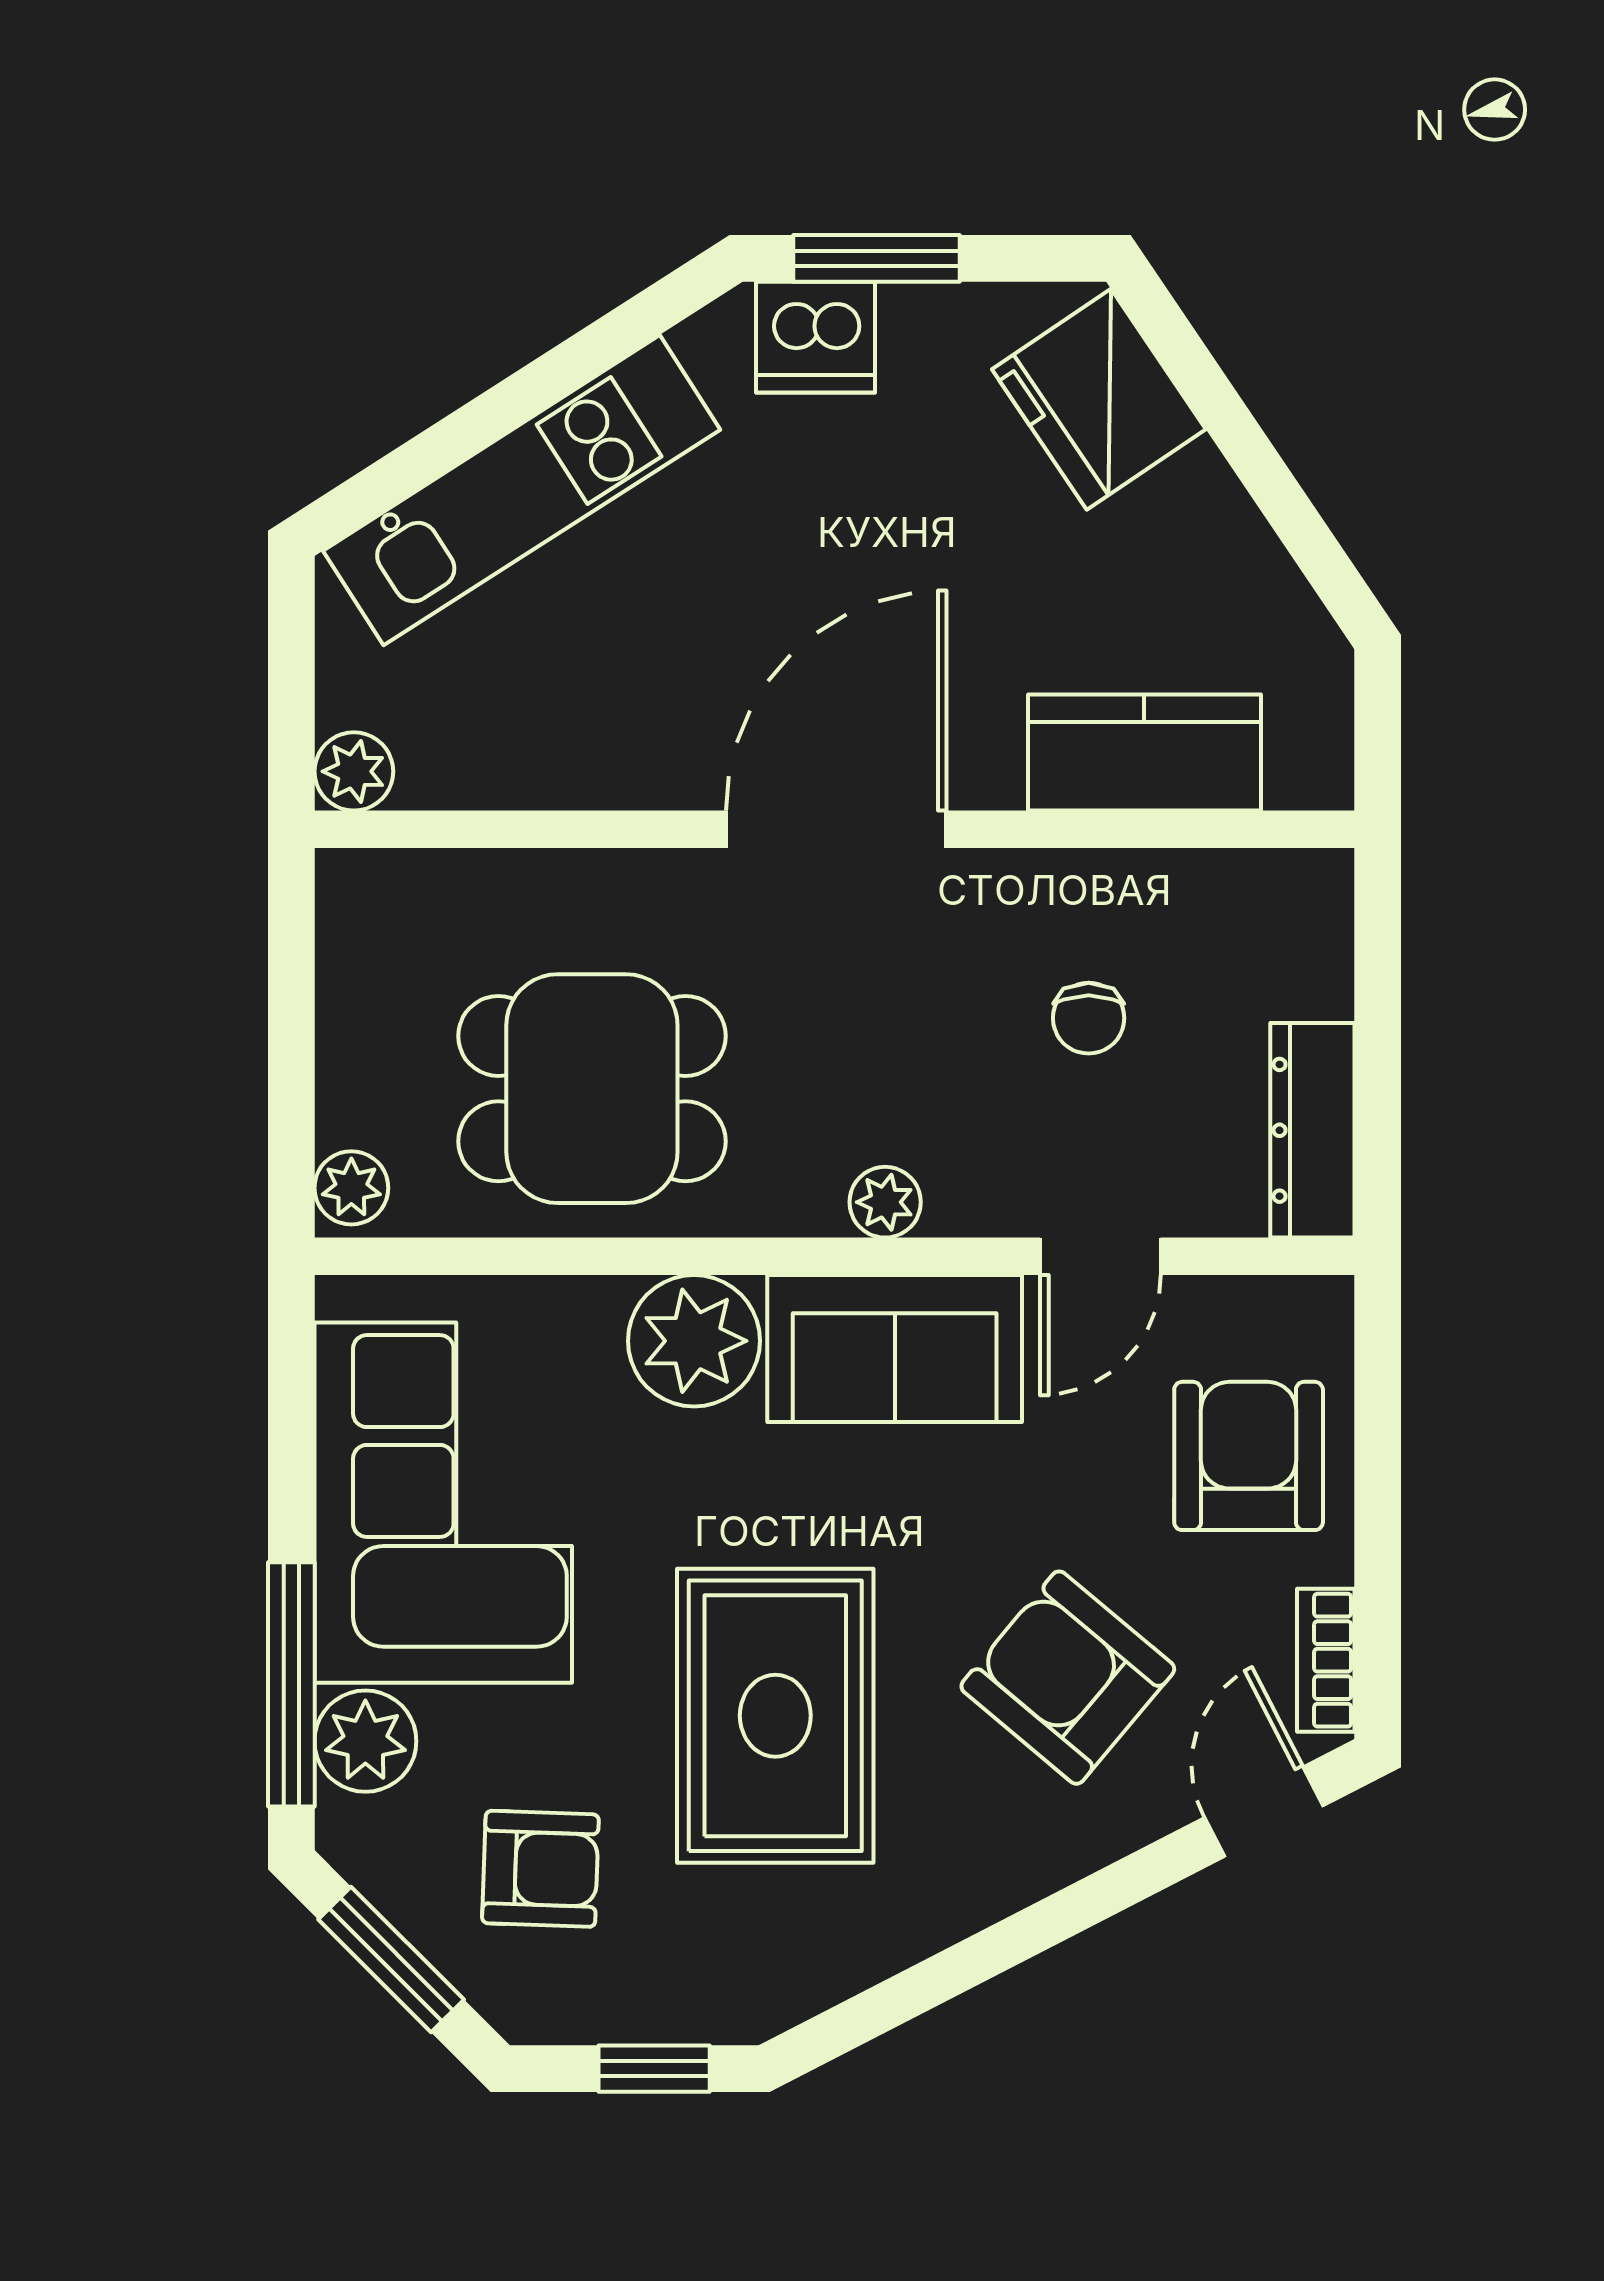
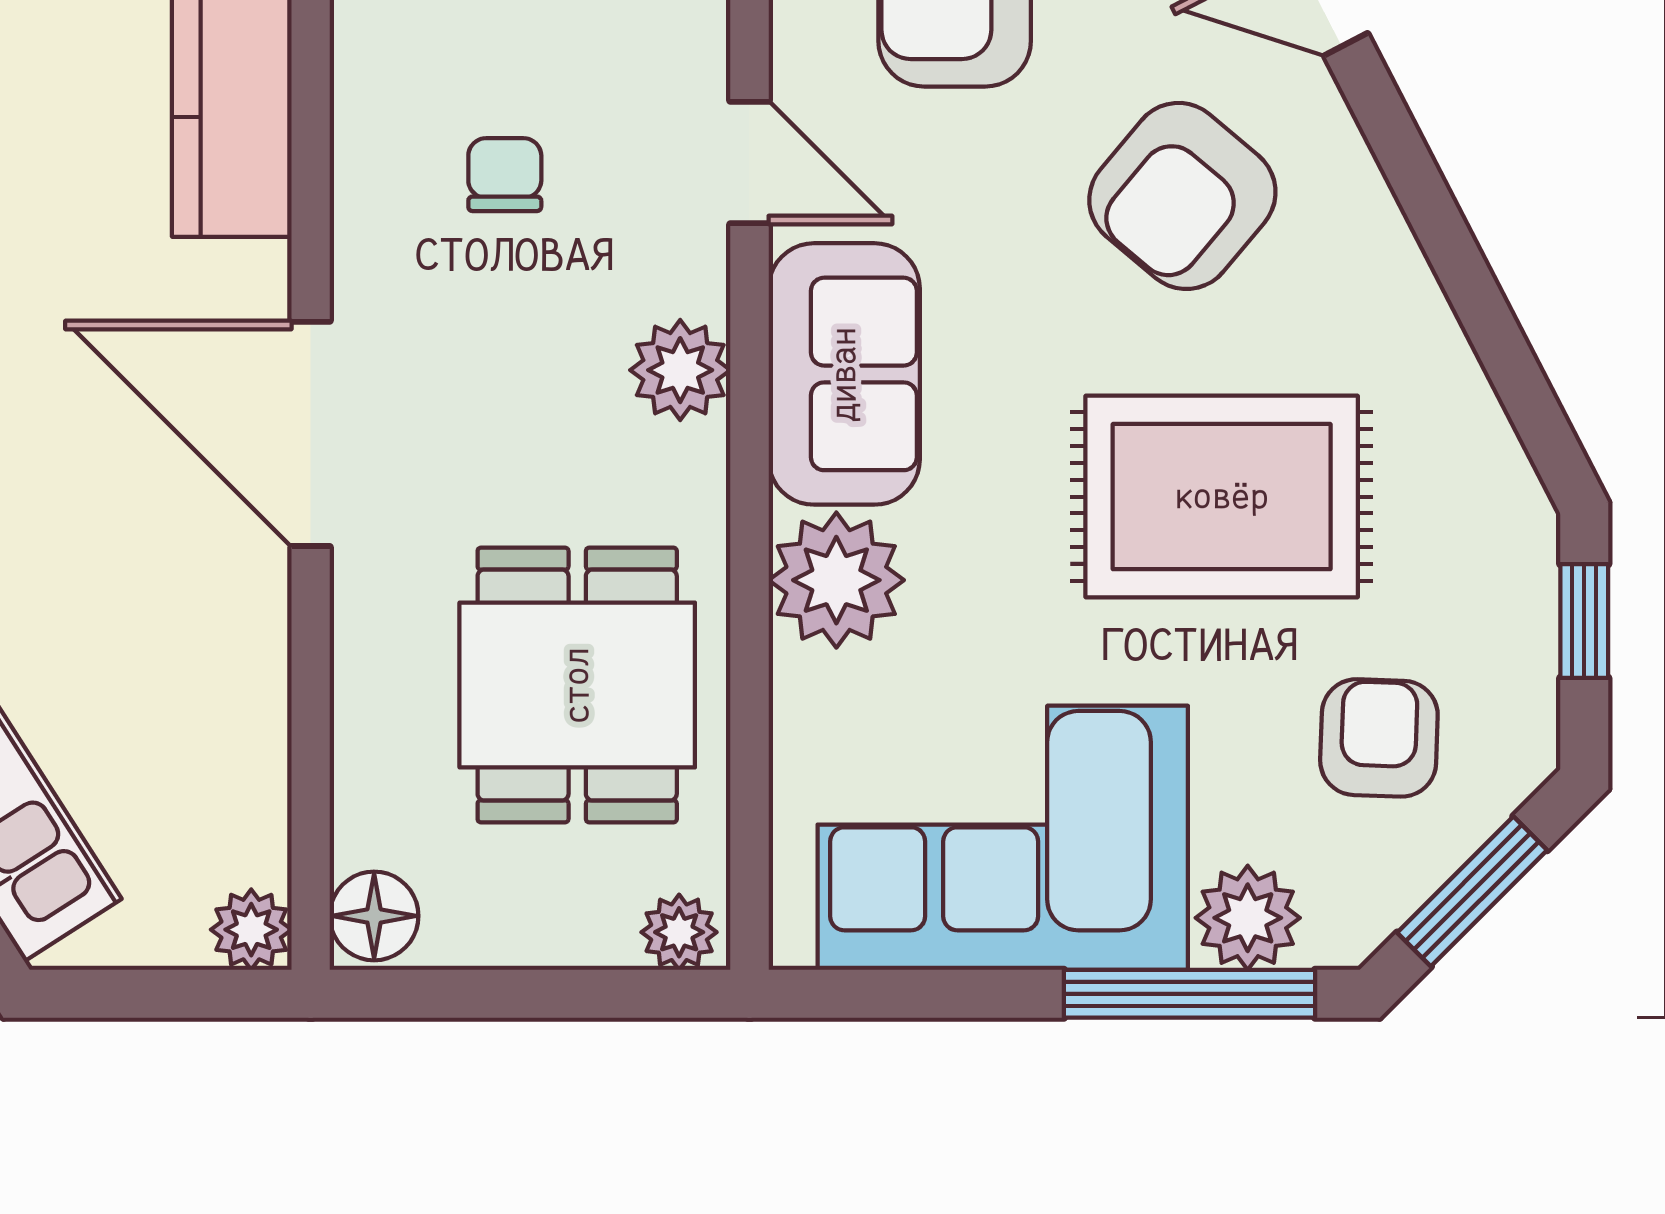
floor lamp: (367, 891) -> (374, 916), added
chair: (1089, 1018) -> (505, 175), turned -90
plant: (885, 1202) -> (680, 370), width x1.38, depth x1.38

